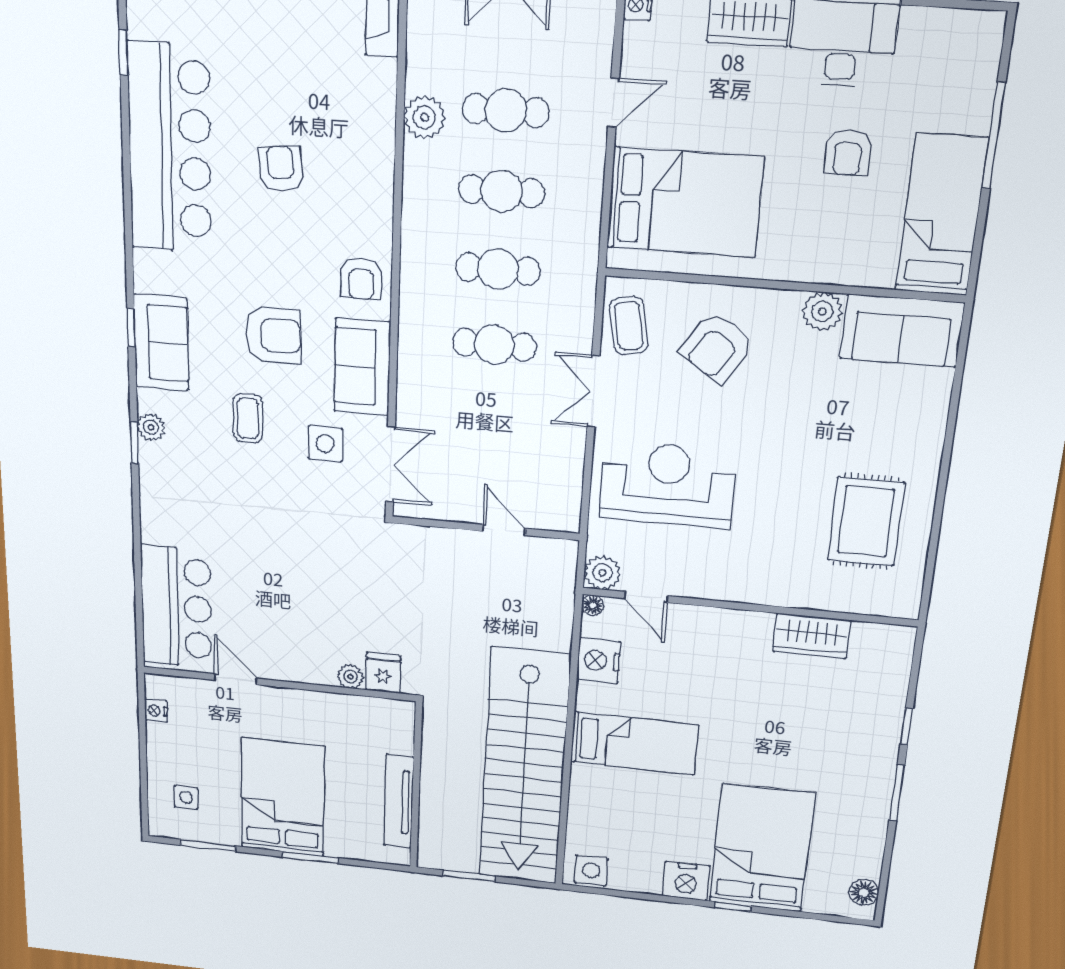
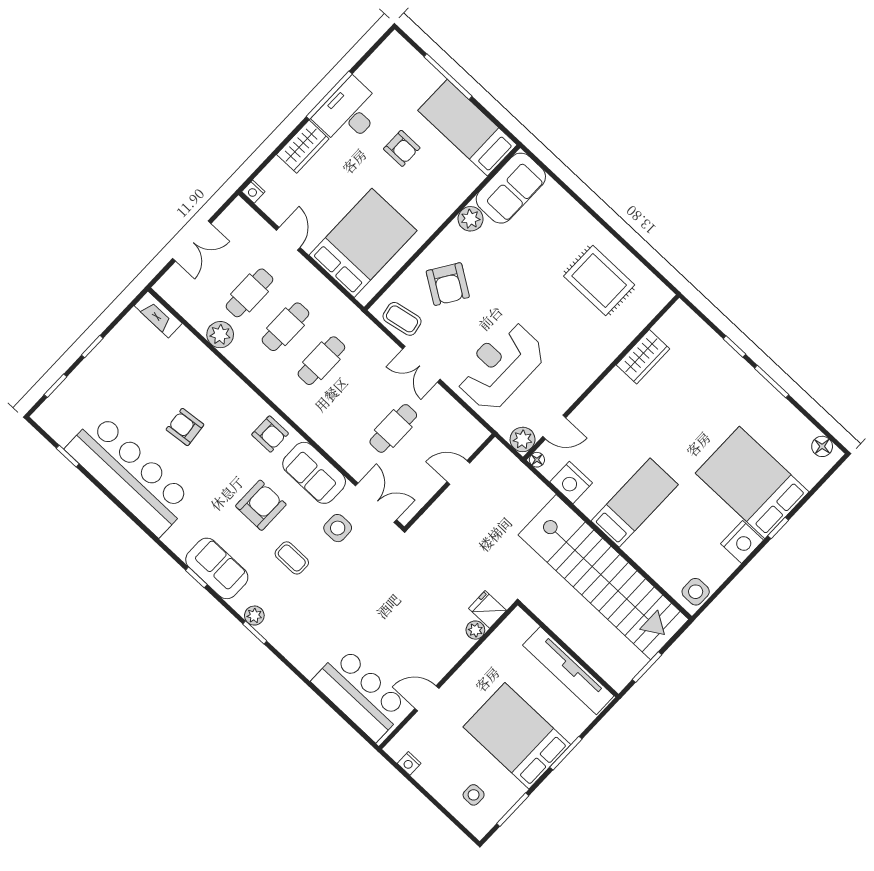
cafe table: (494, 345) -> (393, 428), moved
tv unit: (399, 802) -> (568, 671), width x1.36, depth x1.29

